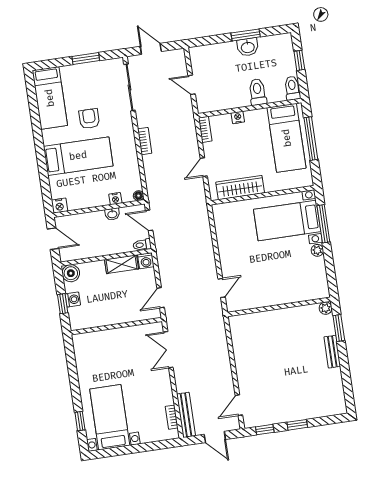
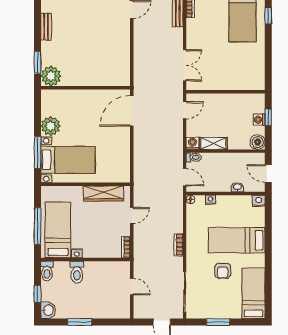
washbasin: (248, 47) -> (48, 310), moved, turned 90
nightstand: (238, 117) -> (77, 253), moved
washbasin: (112, 214) -> (237, 187), moved
plant: (317, 250) -> (51, 126), width x1.87, depth x1.87
door: (222, 288) -> (132, 111), width x1.88
plant: (326, 308) -> (51, 76), width x1.87, depth x1.87
bench: (332, 352) -> (46, 27), moved

